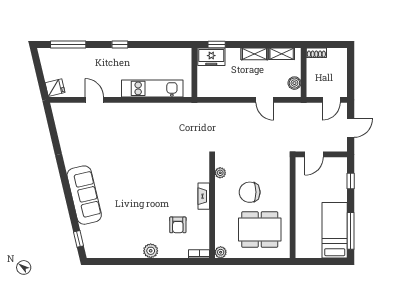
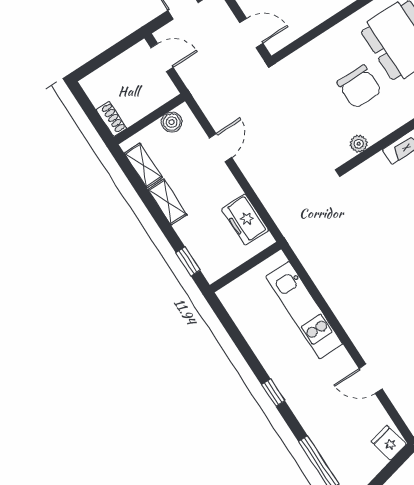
freezer: (211, 57) -> (245, 220), moved, turned 180
door: (94, 100) -> (371, 379), hinge flipped

